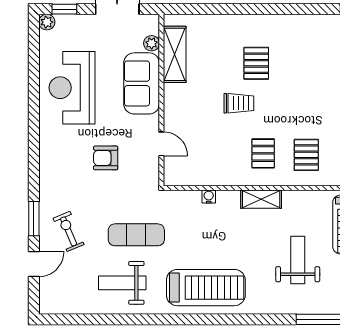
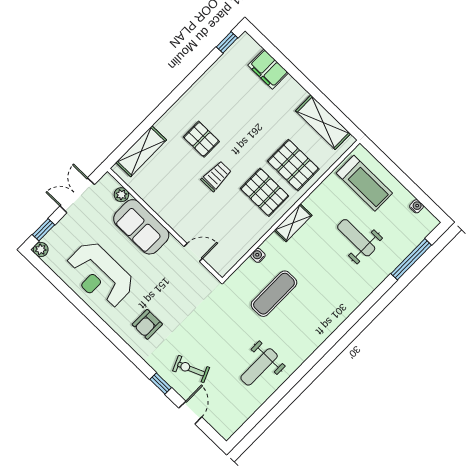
shelving: (175, 54) -> (141, 151), moved, turned 90
pallet: (263, 153) -> (265, 192), width x1.50, depth x1.42
pallet: (306, 155) -> (293, 165), width x1.50, depth x1.42
armchair: (106, 158) -> (147, 324), moved
window: (34, 219) -> (161, 383), width x0.67
exercise mat: (136, 235) -> (274, 294), moved
treadmill: (206, 288) -> (316, 315), removed

